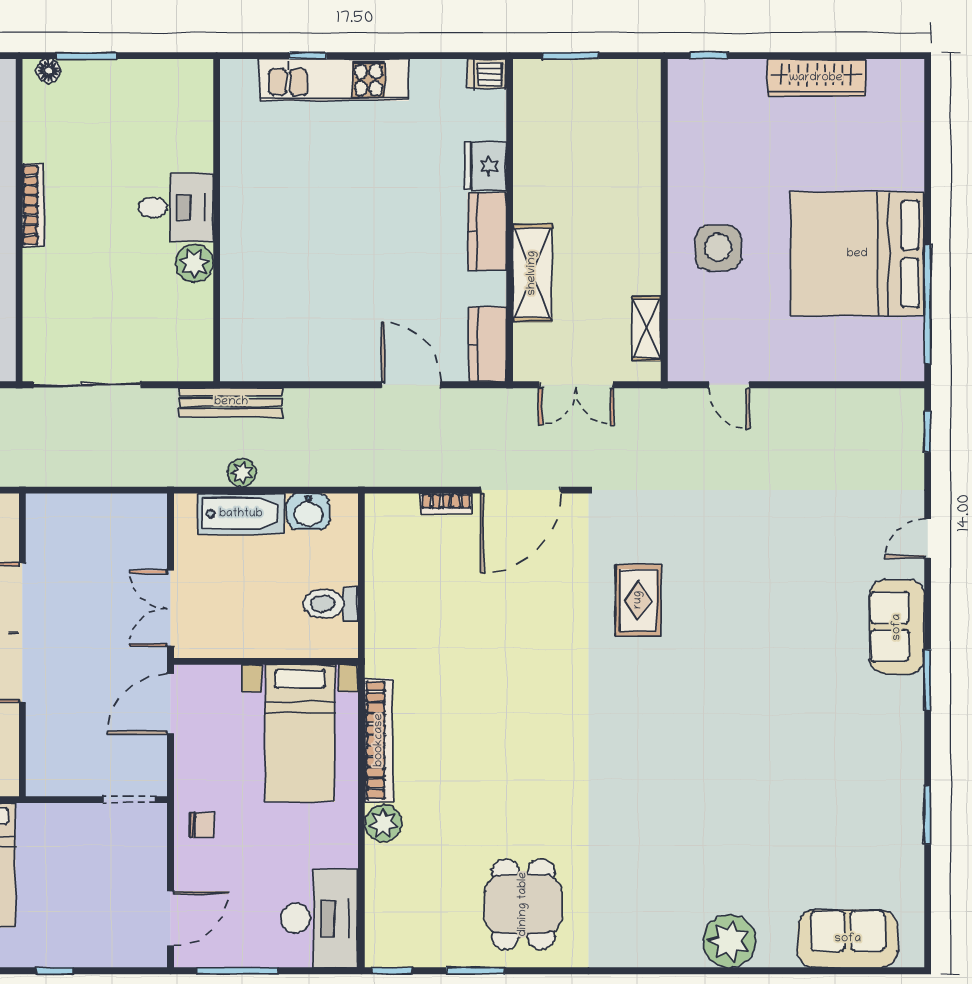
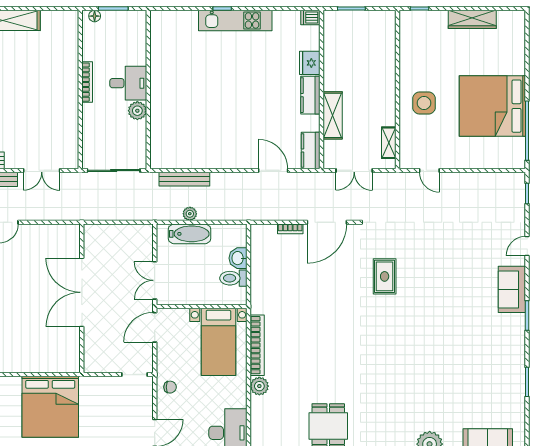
desk: (176, 207) -> (128, 83), moved
wall: (217, 220) -> (148, 90), moved
plant: (195, 263) -> (137, 111), moved
washbasin: (308, 511) -> (238, 258), moved, turned 90

